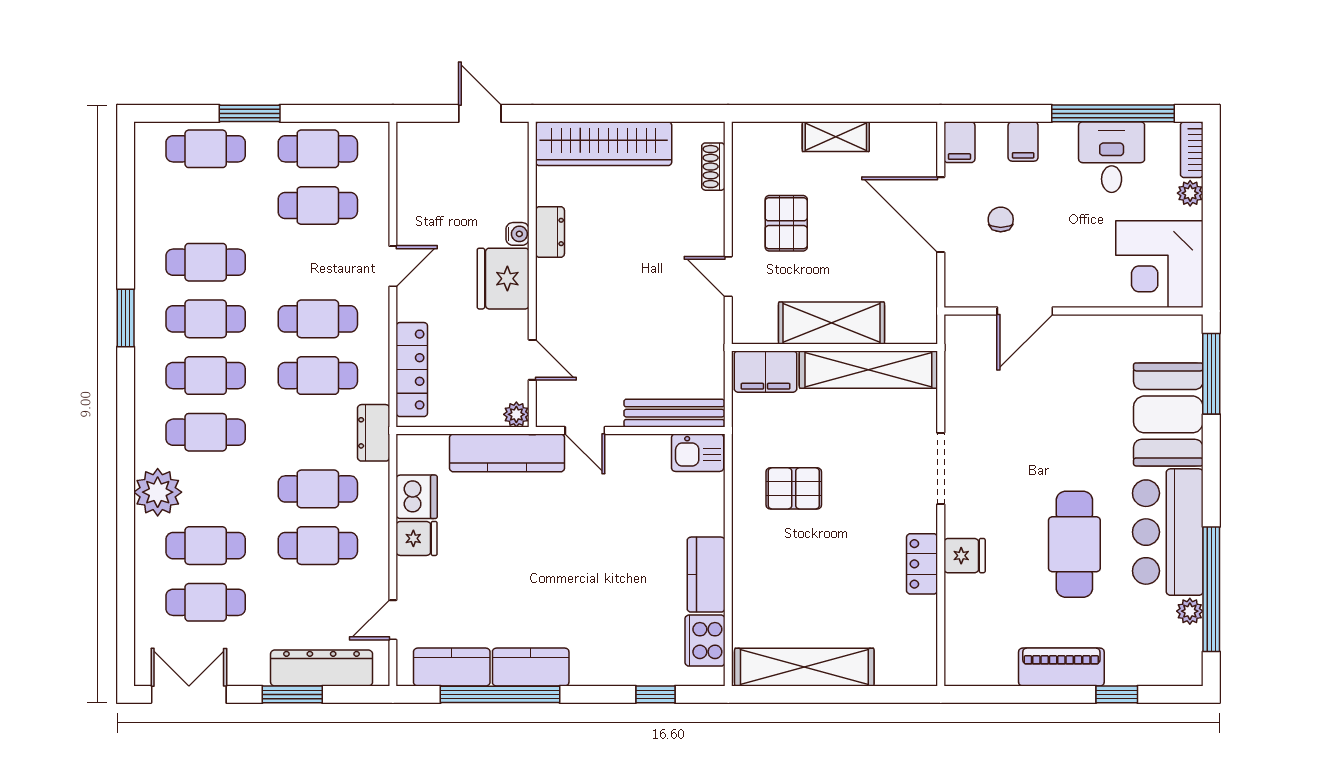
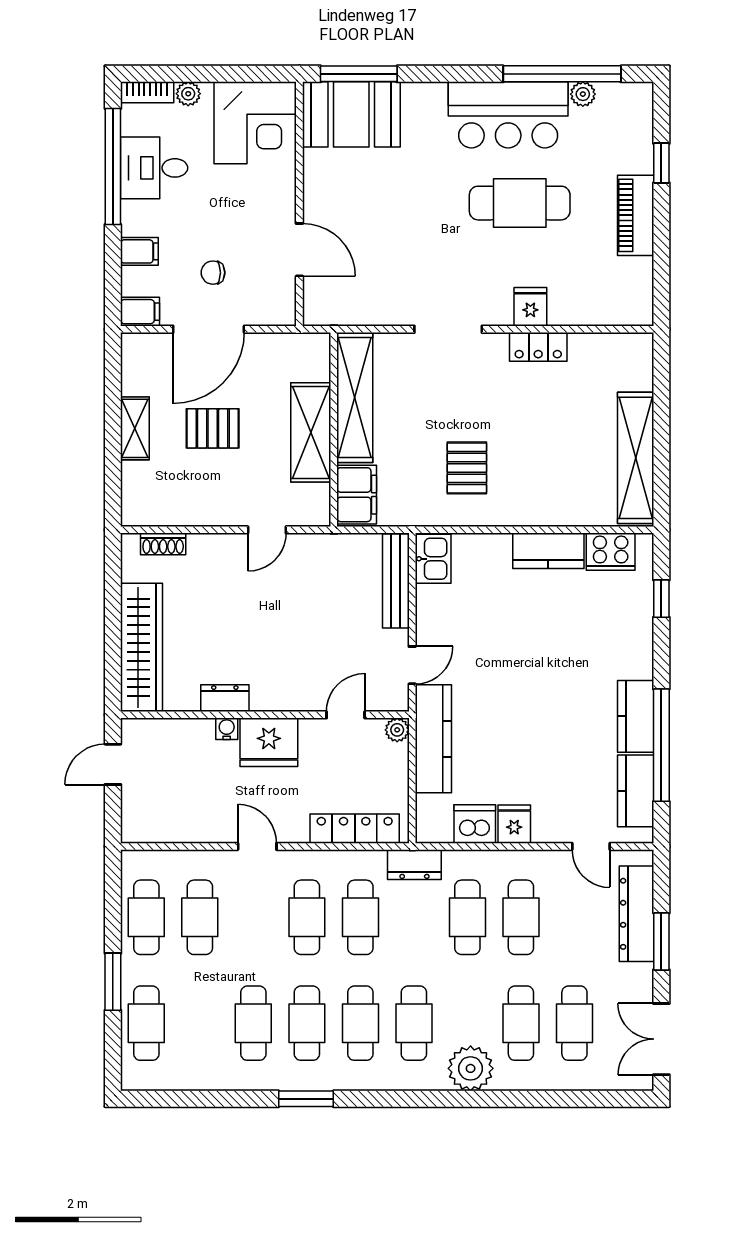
pallet: (786, 223) -> (213, 428), moved
booth: (1168, 414) -> (351, 114), moved

